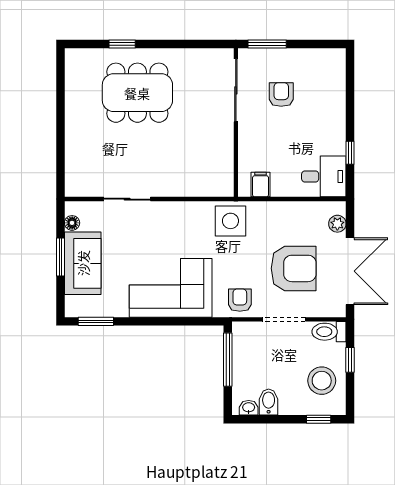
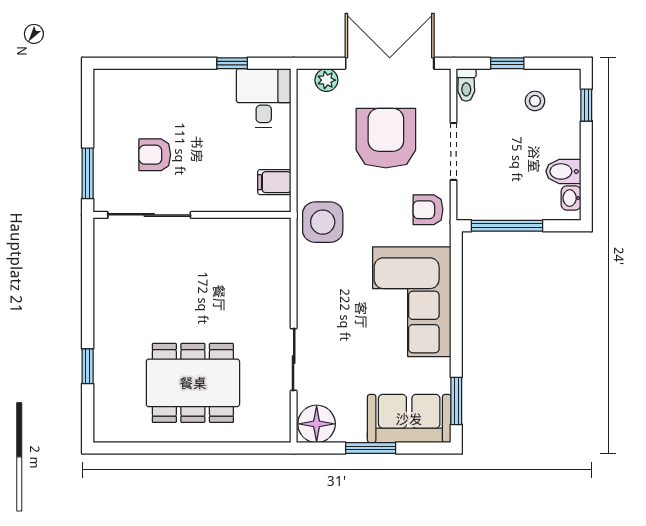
dining table: (137, 93) -> (193, 383), moved, turned 90
floor lamp: (72, 223) -> (317, 424), width x1.89, depth x1.89
sofa: (83, 263) -> (409, 419), moved
toilet: (329, 332) -> (466, 85), width x0.73, depth x0.72
stool: (322, 381) -> (535, 101), width x0.53, depth x0.53

